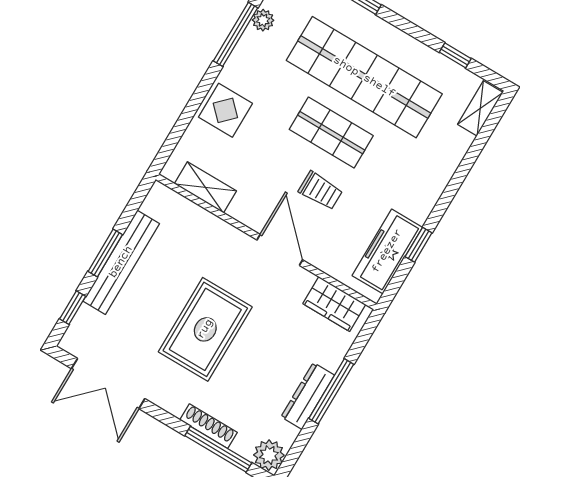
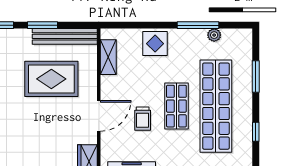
window: (455, 55) -> (256, 132), moved
bench: (121, 262) -> (65, 36), moved
rug: (205, 329) -> (51, 79), moved

